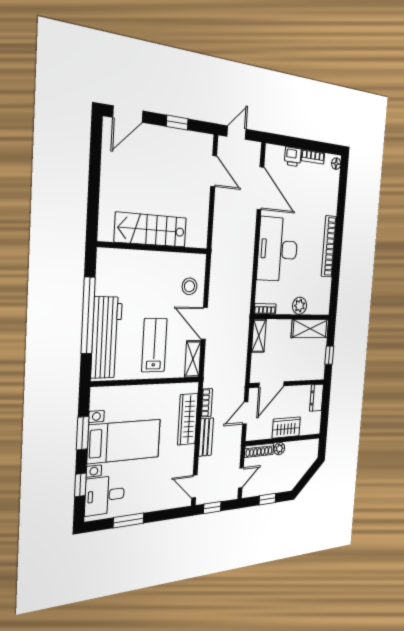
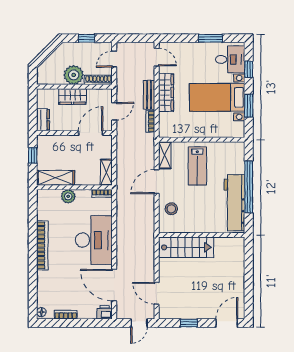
printer: (293, 157) -> (105, 312), moved
stairs: (151, 230) -> (186, 247), moved
door: (204, 323) -> (157, 182), swing flipped
workbench: (107, 338) -> (234, 203), moved
wardrobe: (188, 419) -> (166, 92), moved
plant: (279, 449) -> (74, 75), width x1.88, depth x1.88
window: (212, 508) -> (139, 38), removed

